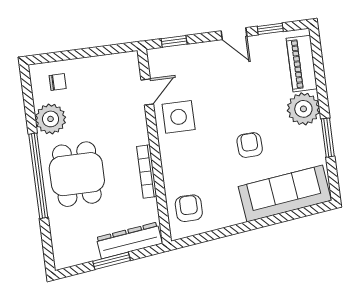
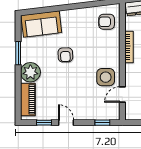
sofa: (285, 193) -> (41, 24), width x0.73
armchair: (189, 208) -> (107, 22), turned 90

